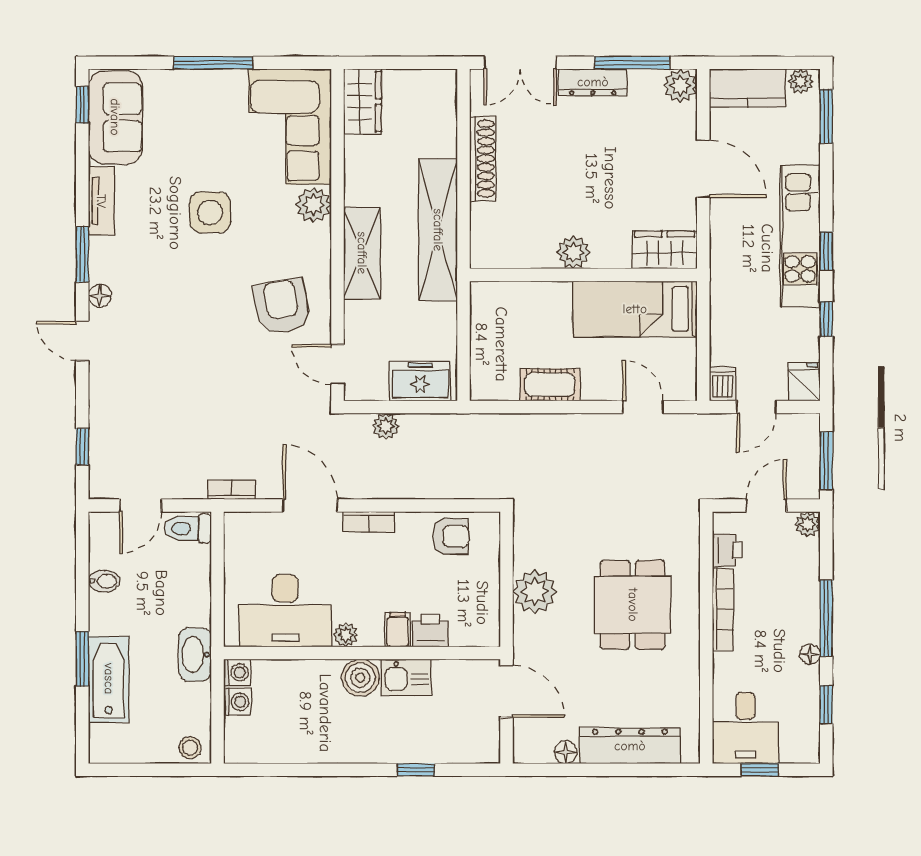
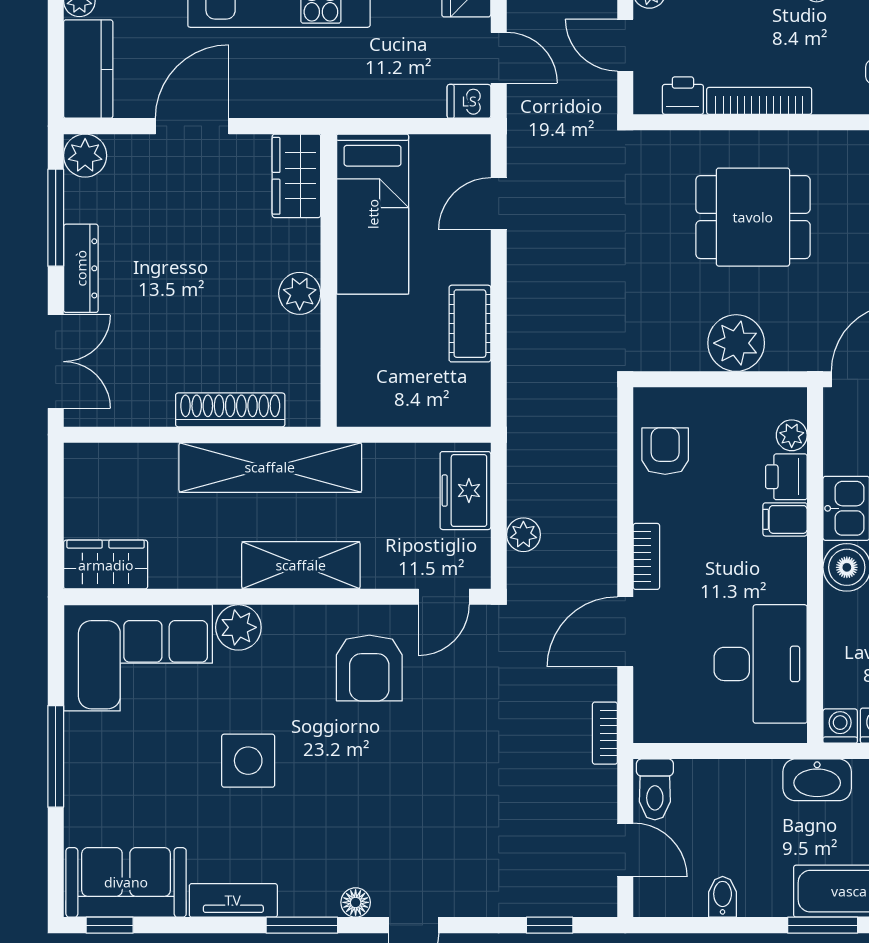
shoe rack: (483, 159) -> (230, 410), moved
armchair: (282, 306) -> (369, 668), turned -79
plant: (346, 635) -> (792, 435), moved

